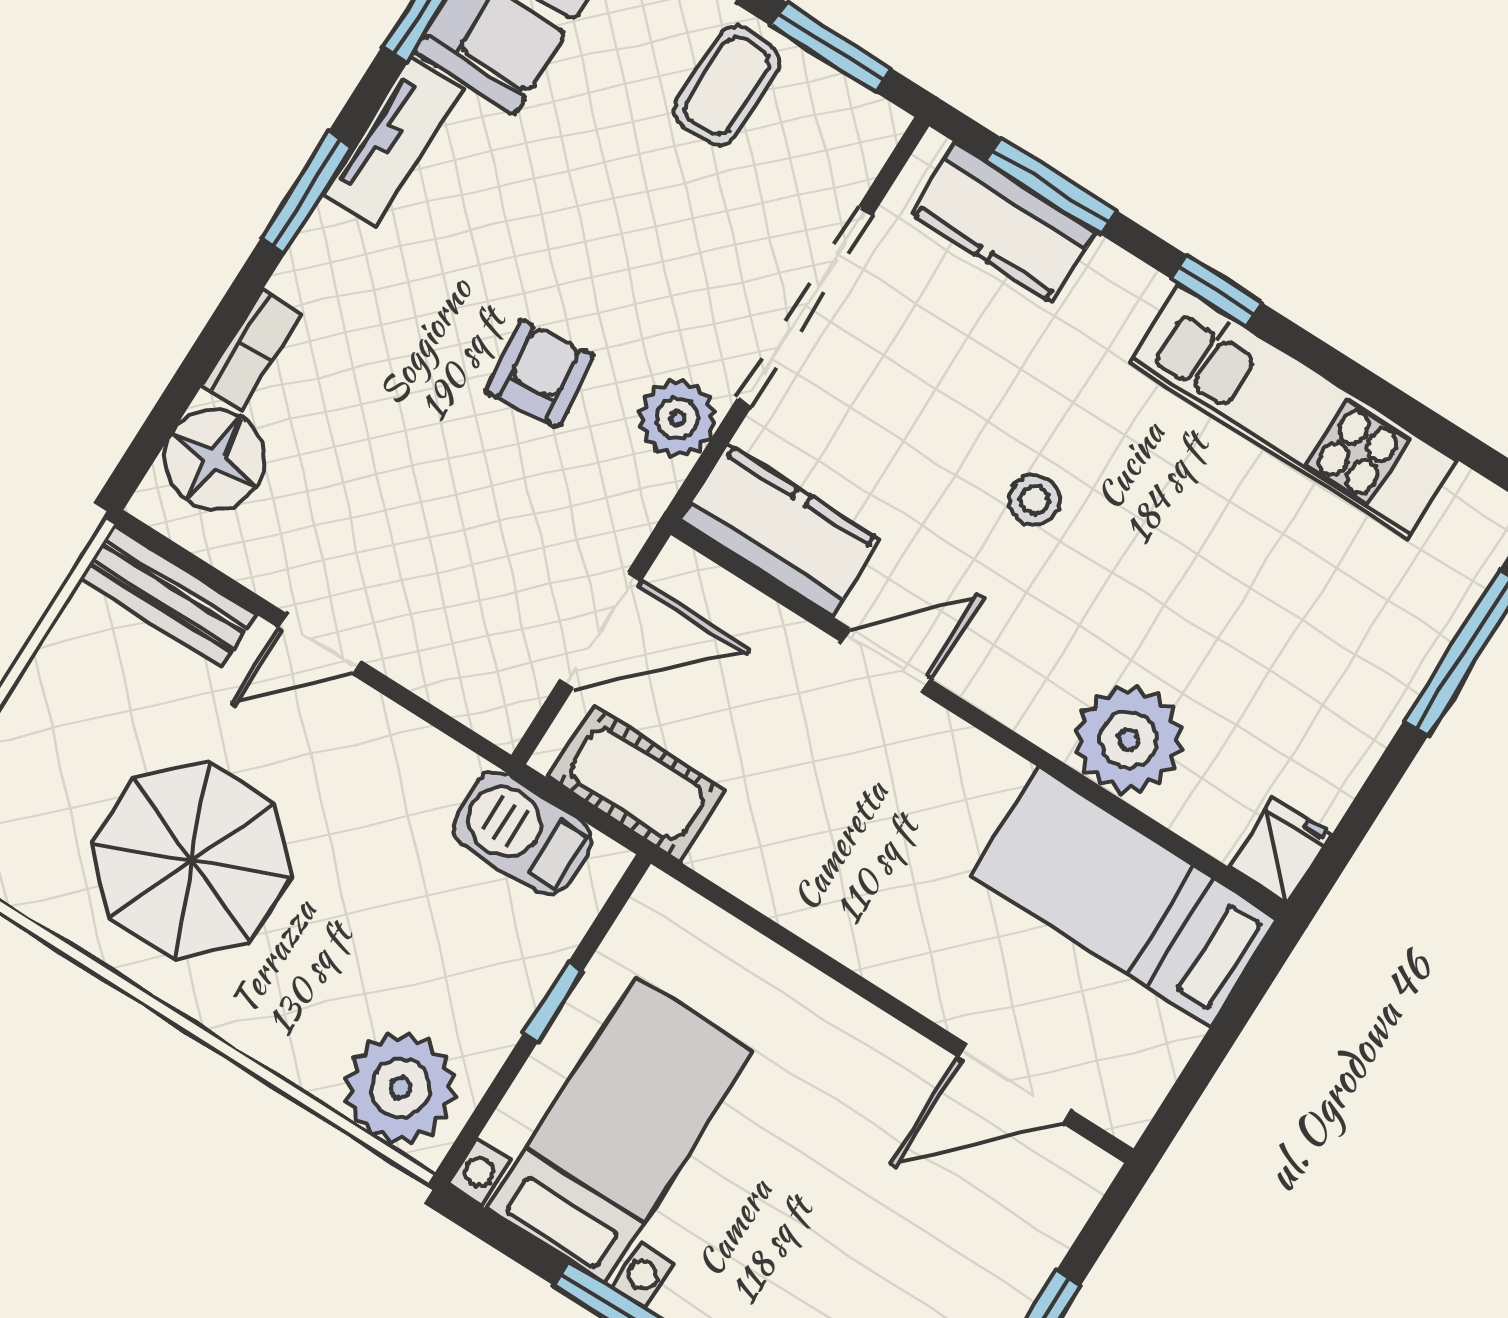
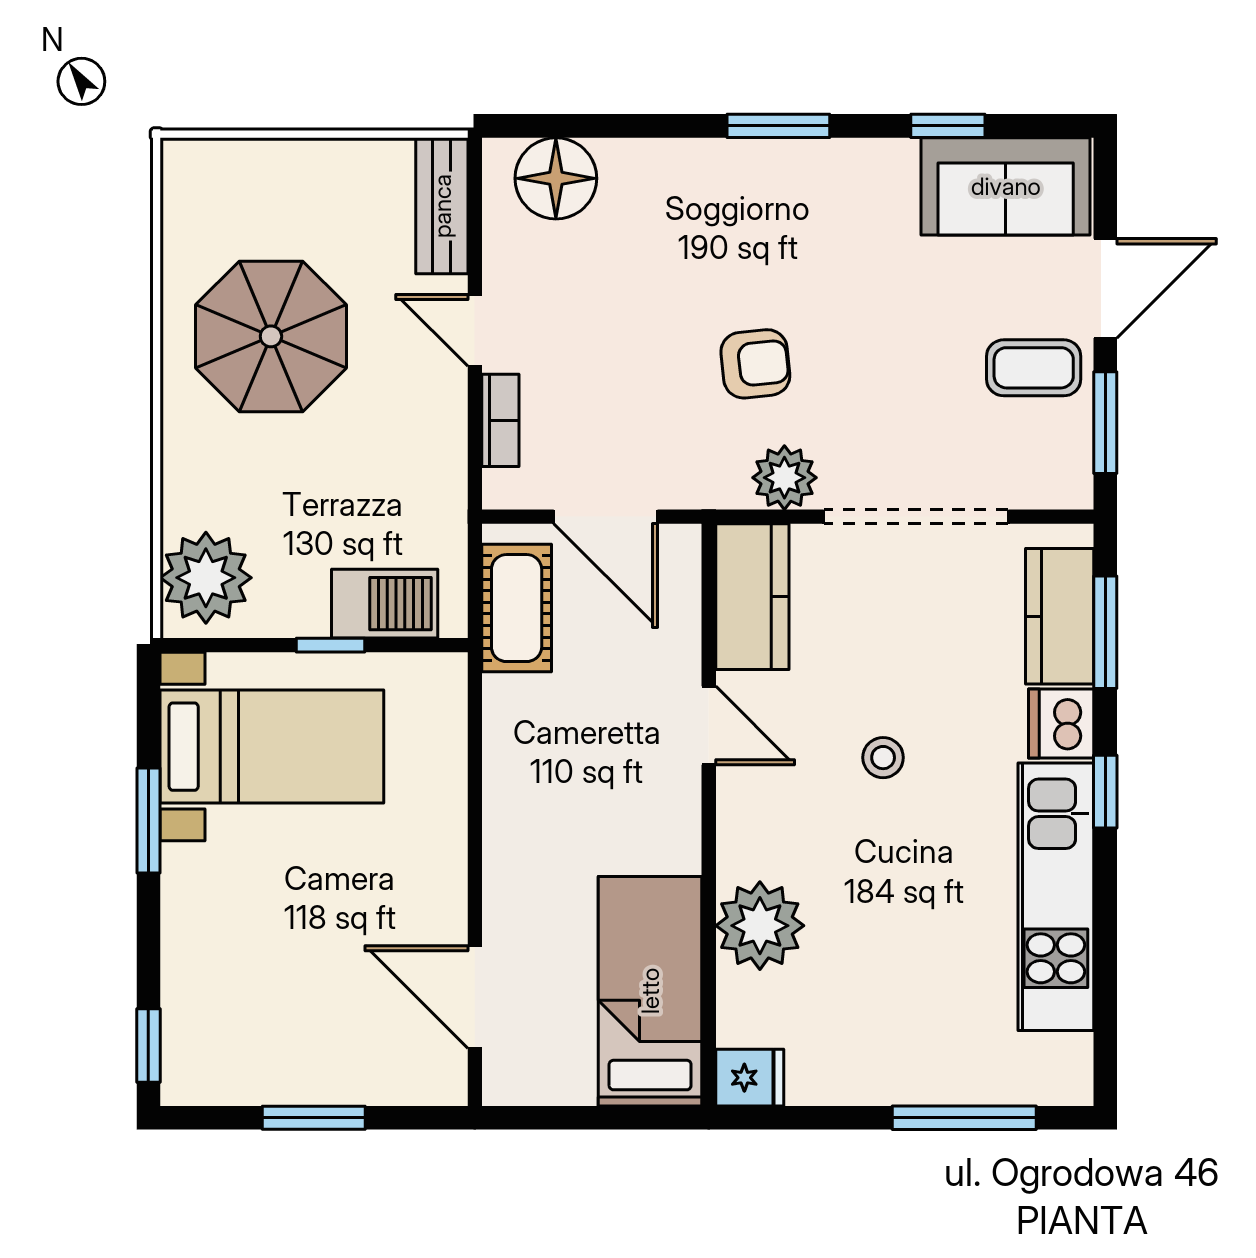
tv unit: (393, 142) -> (851, 163), removed
dishwasher: (1116, 292) -> (1061, 724), added
bookcase: (252, 349) -> (500, 420), moved, turned -90
barbecue: (522, 833) -> (385, 604), moved, turned 90

